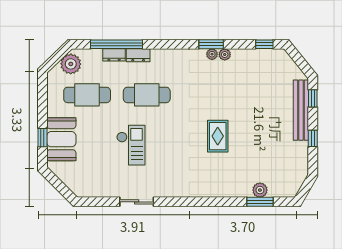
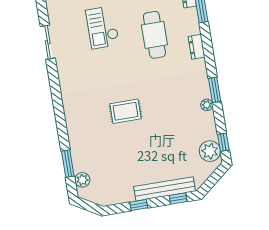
plant: (212, 54) -> (210, 151), moved, width x1.87, depth x1.87
dresser: (138, 55) -> (197, 47), moved
checkout: (131, 145) -> (103, 27), turned 90
plant: (260, 190) -> (82, 180), moved

